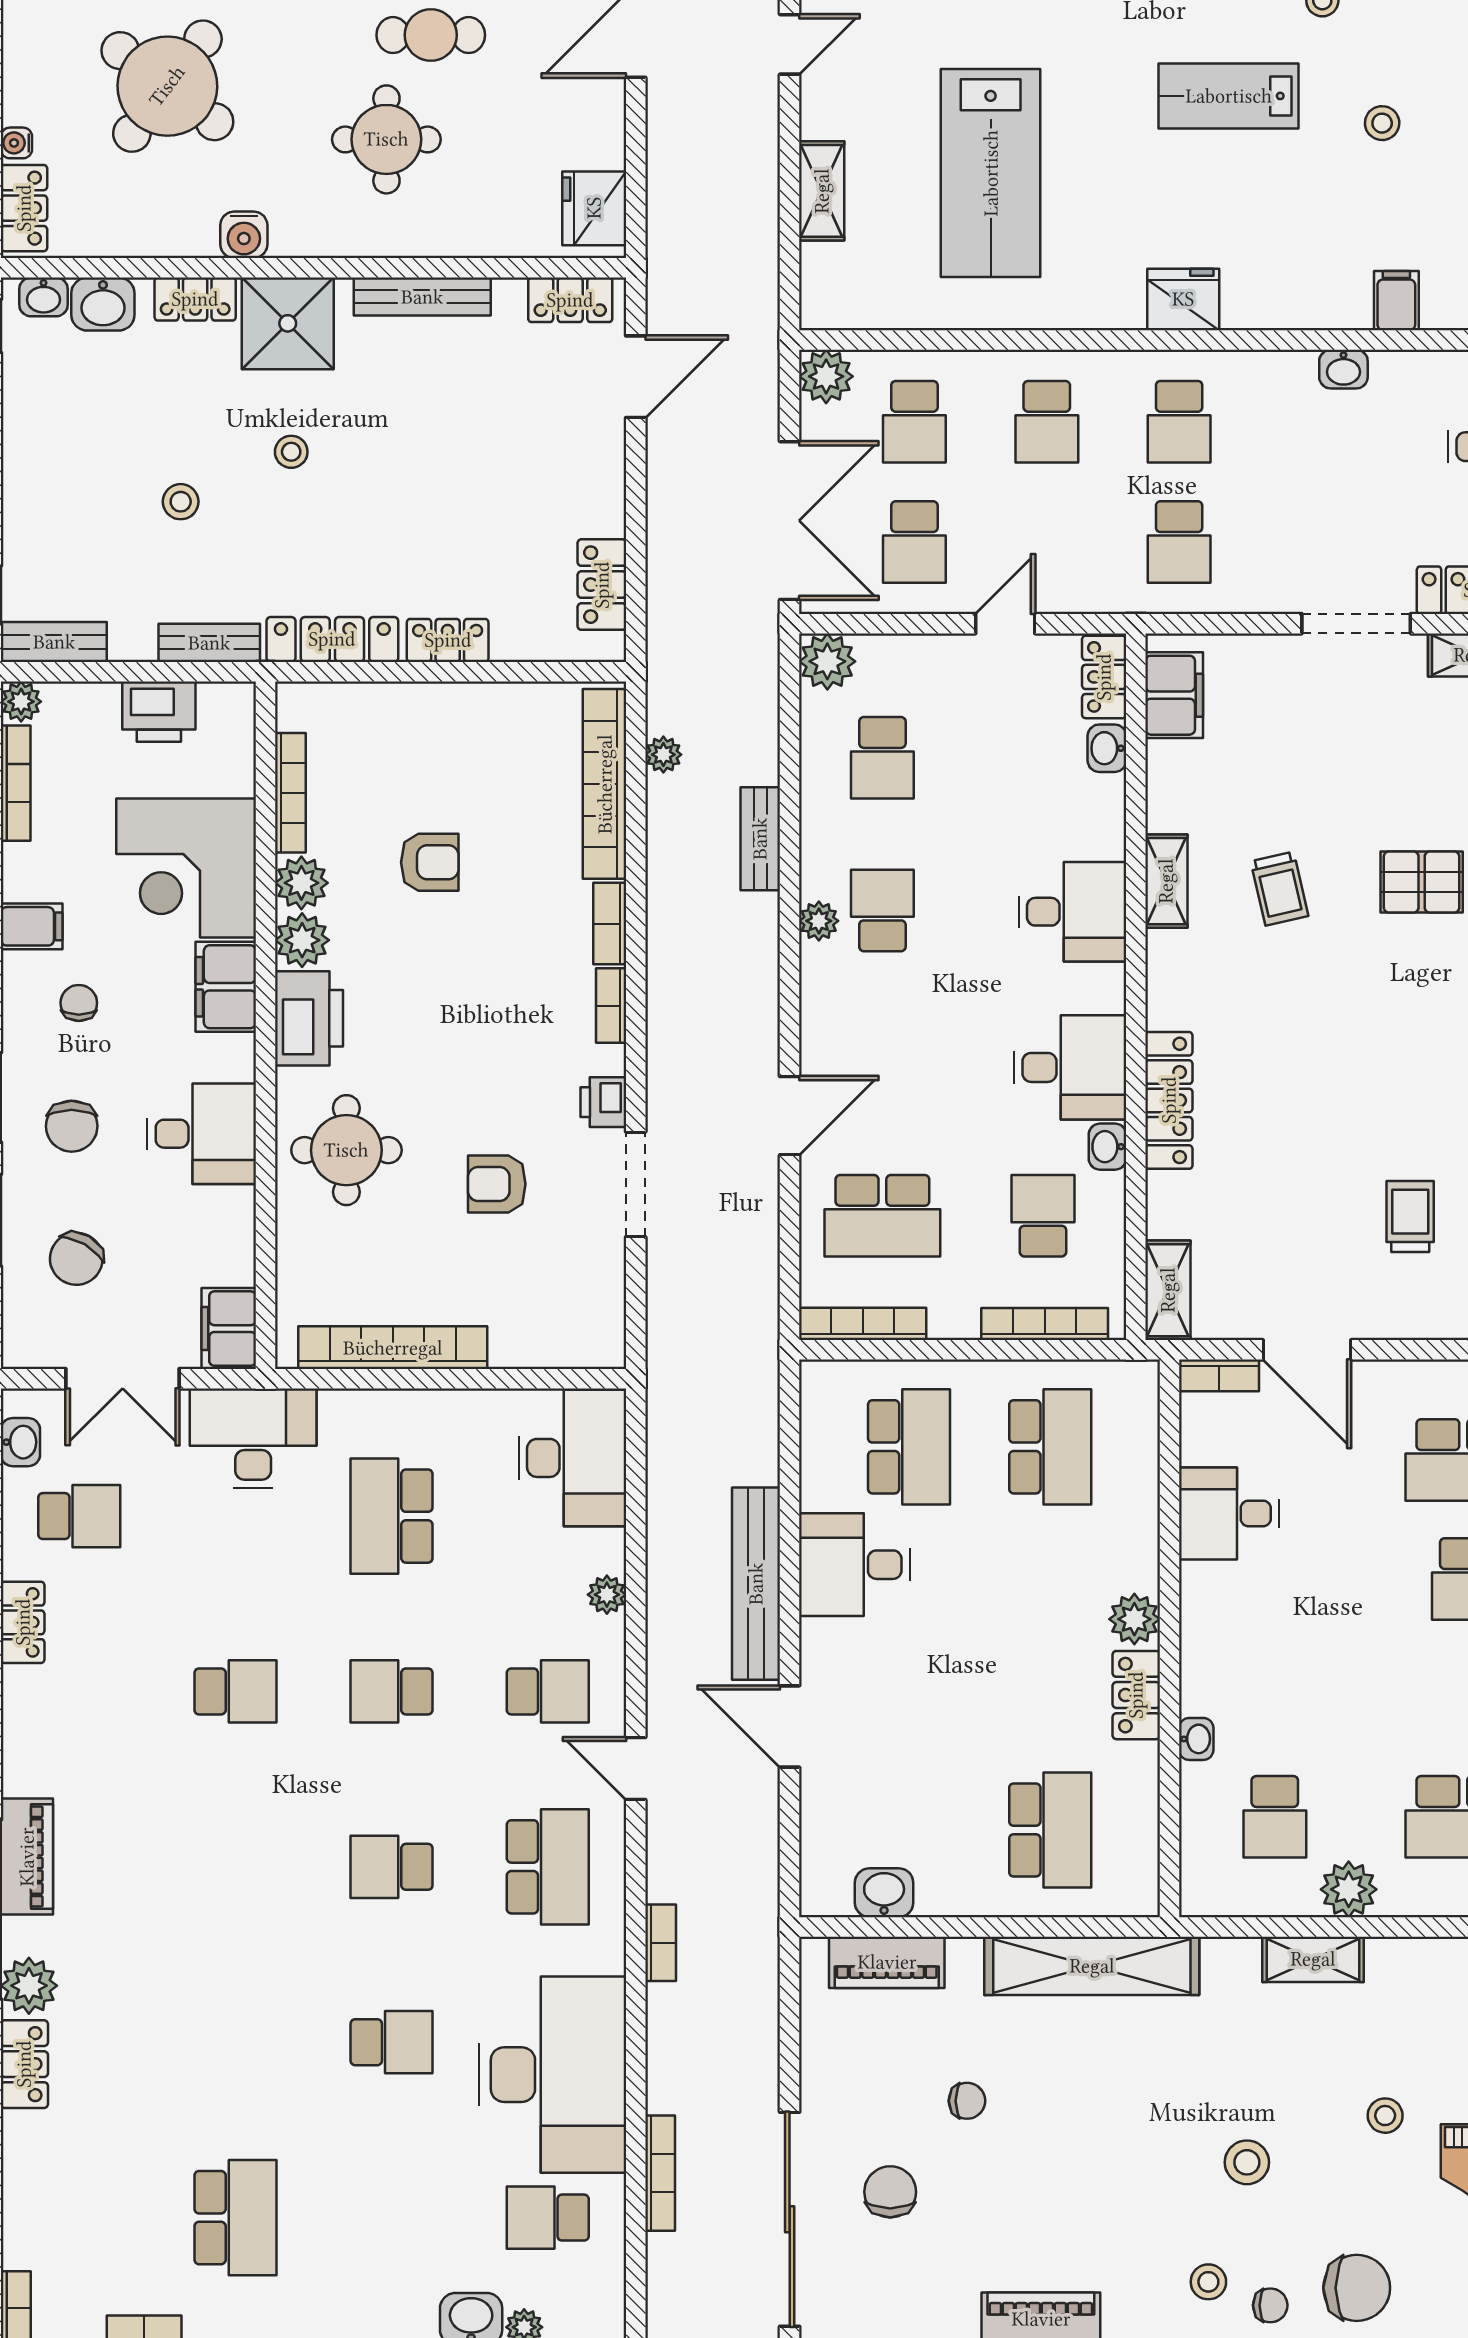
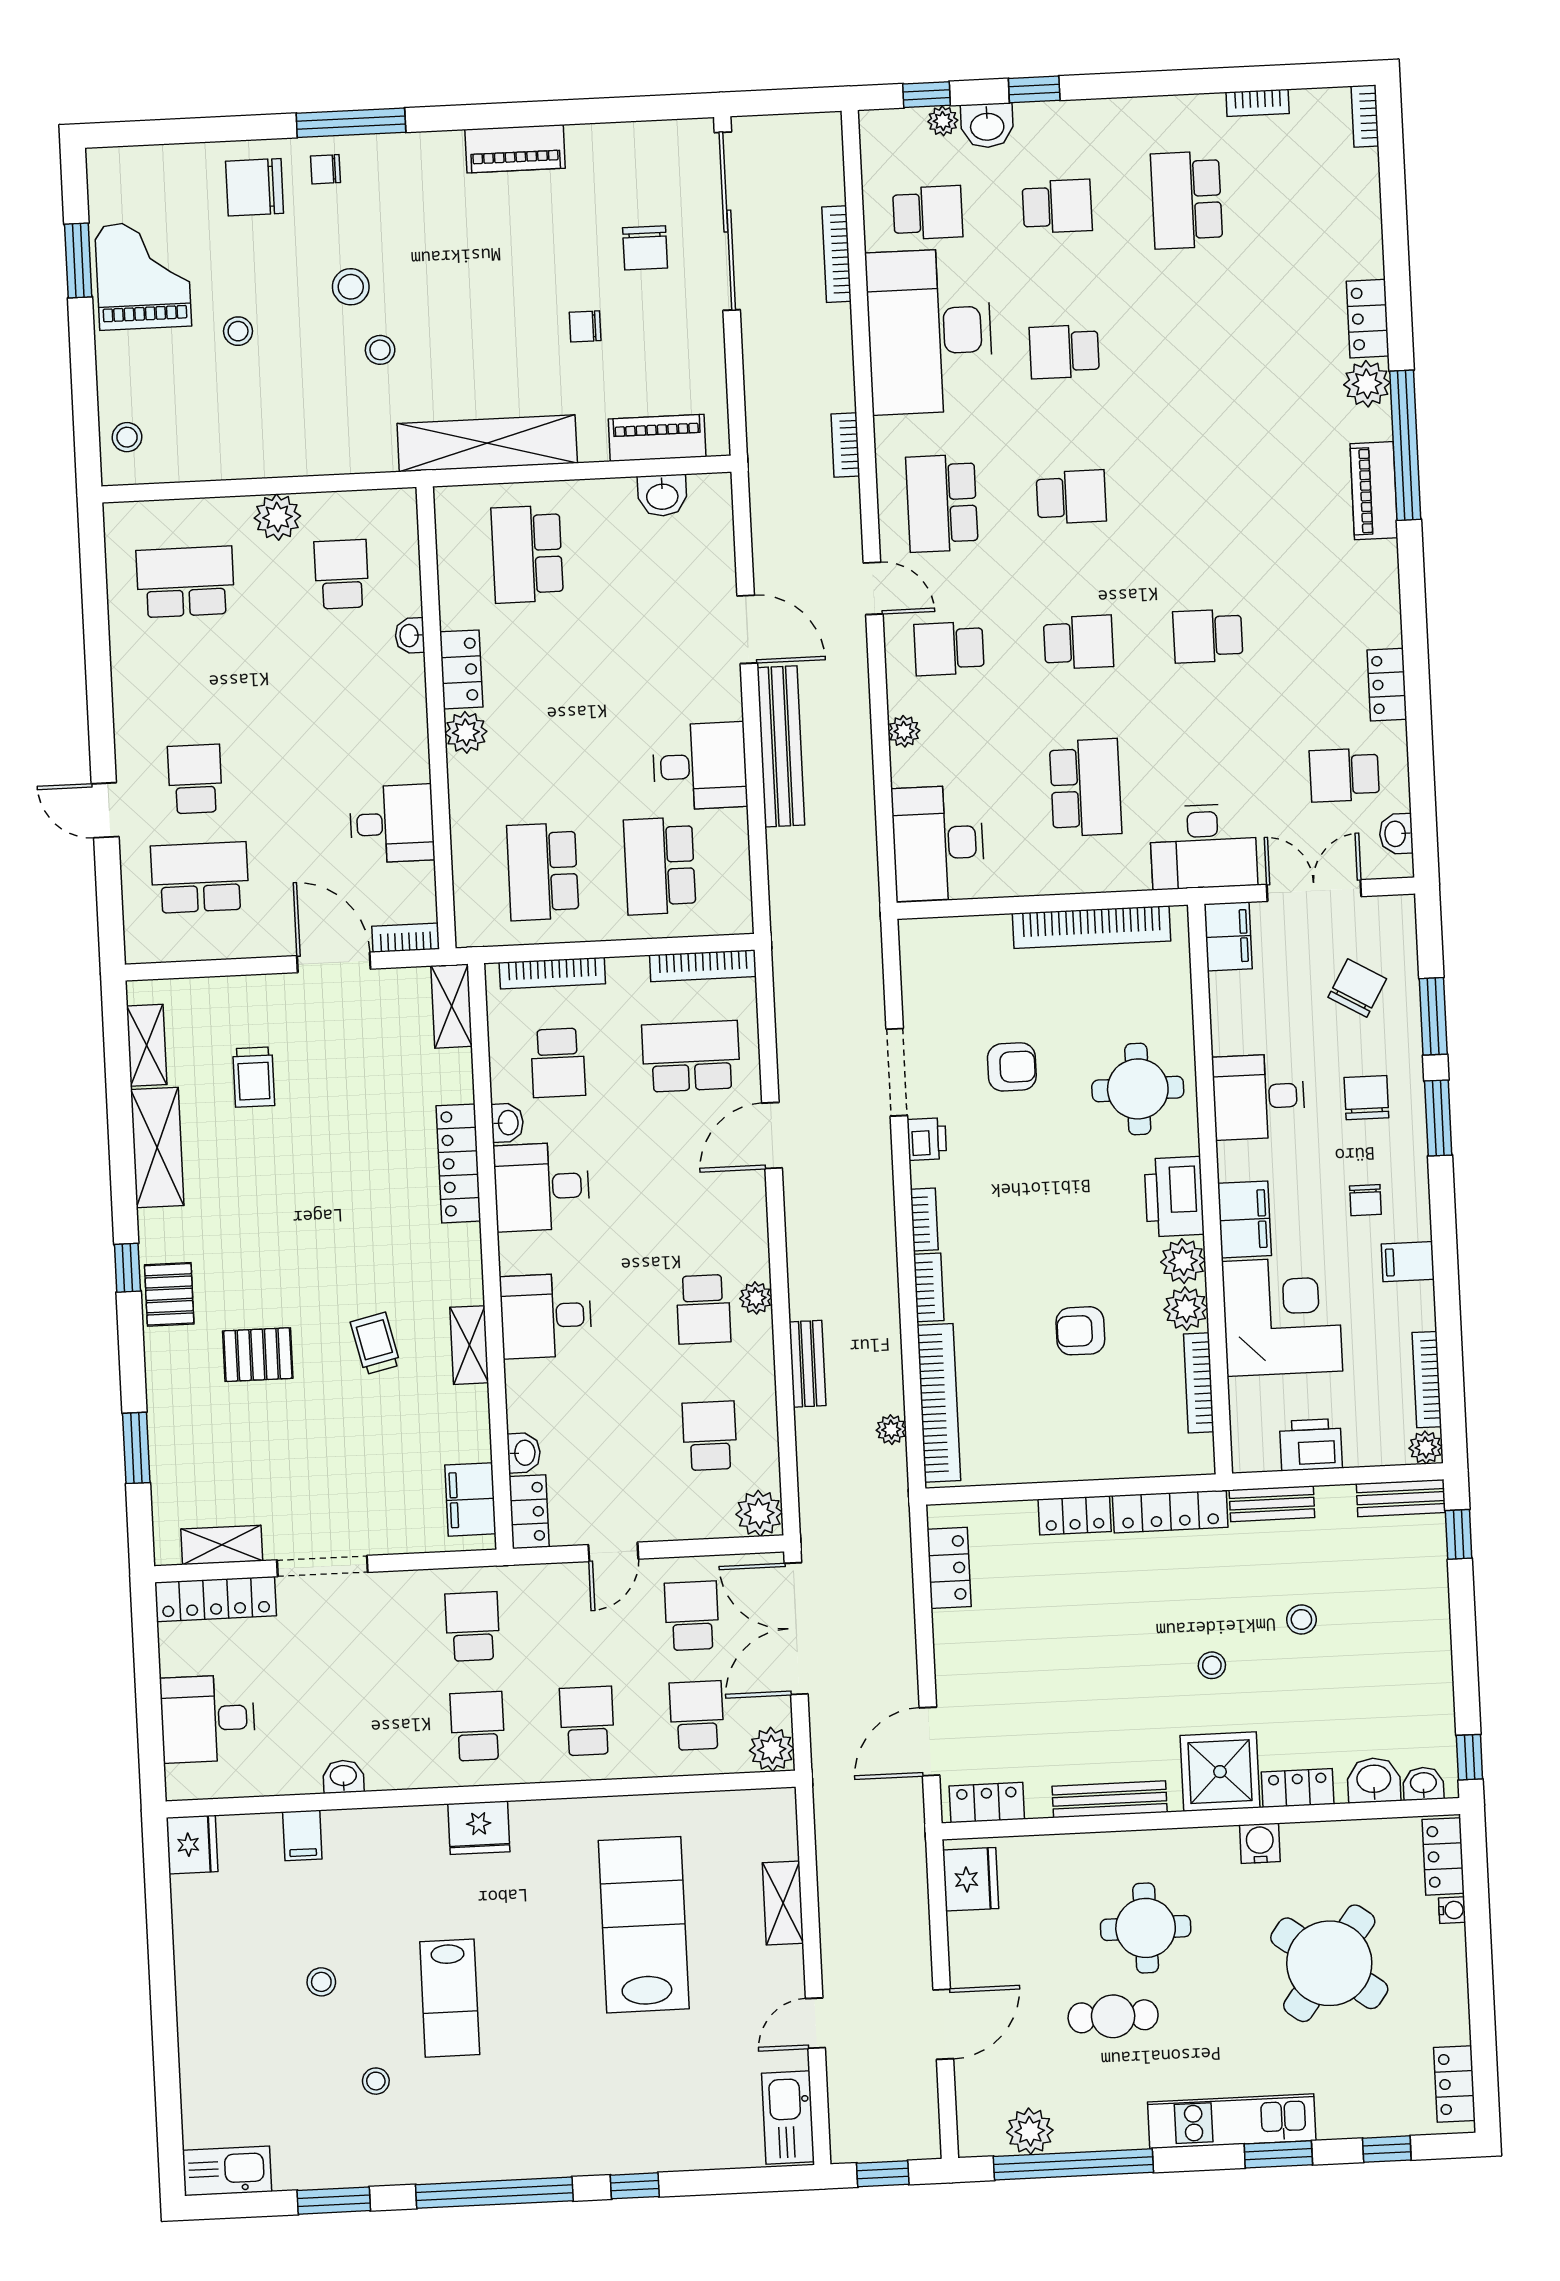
lab bench: (1229, 96) -> (450, 1998), turned 90
shelving: (1313, 1959) -> (304, 458), removed
school desk: (392, 2218) -> (1057, 206), added
stool: (1208, 2282) -> (380, 350), moved

